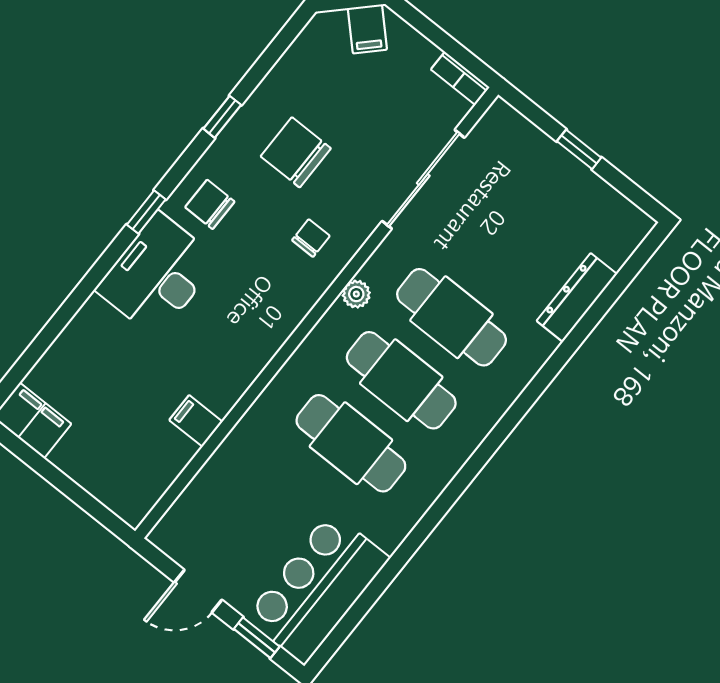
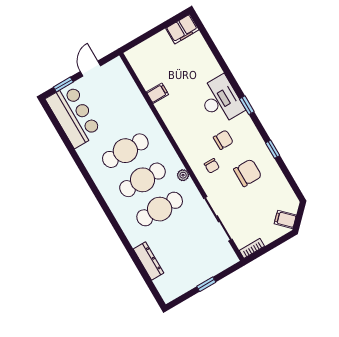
chair: (210, 204) -> (223, 140), moved

